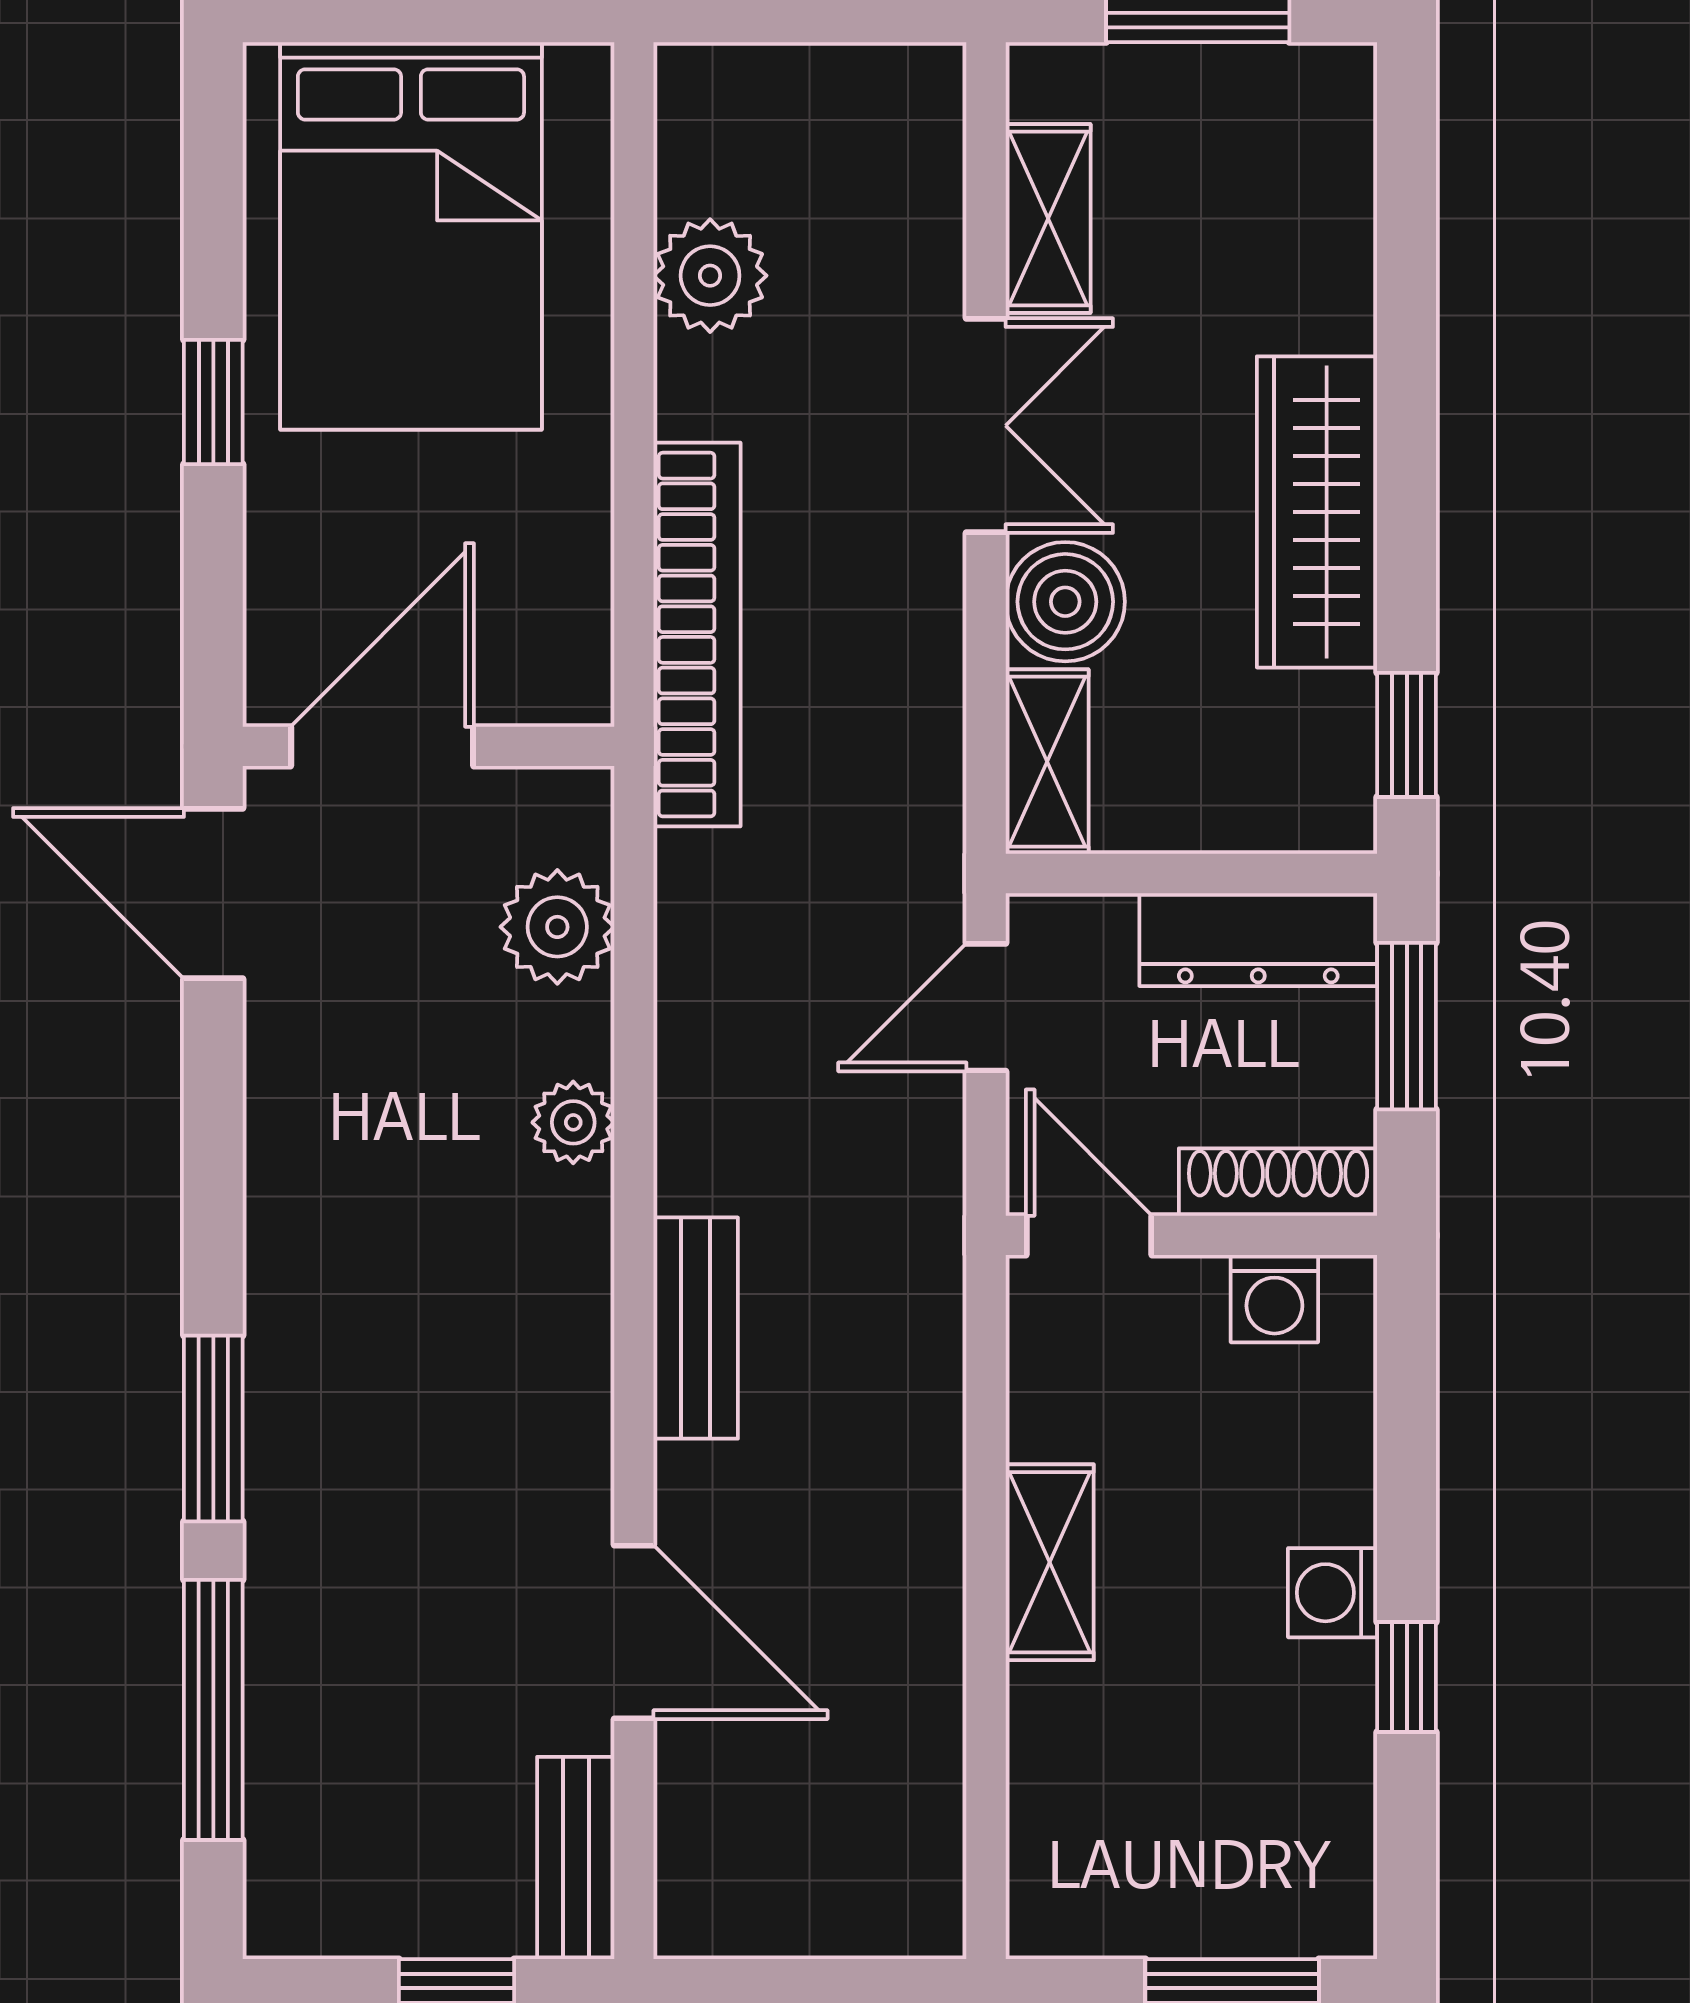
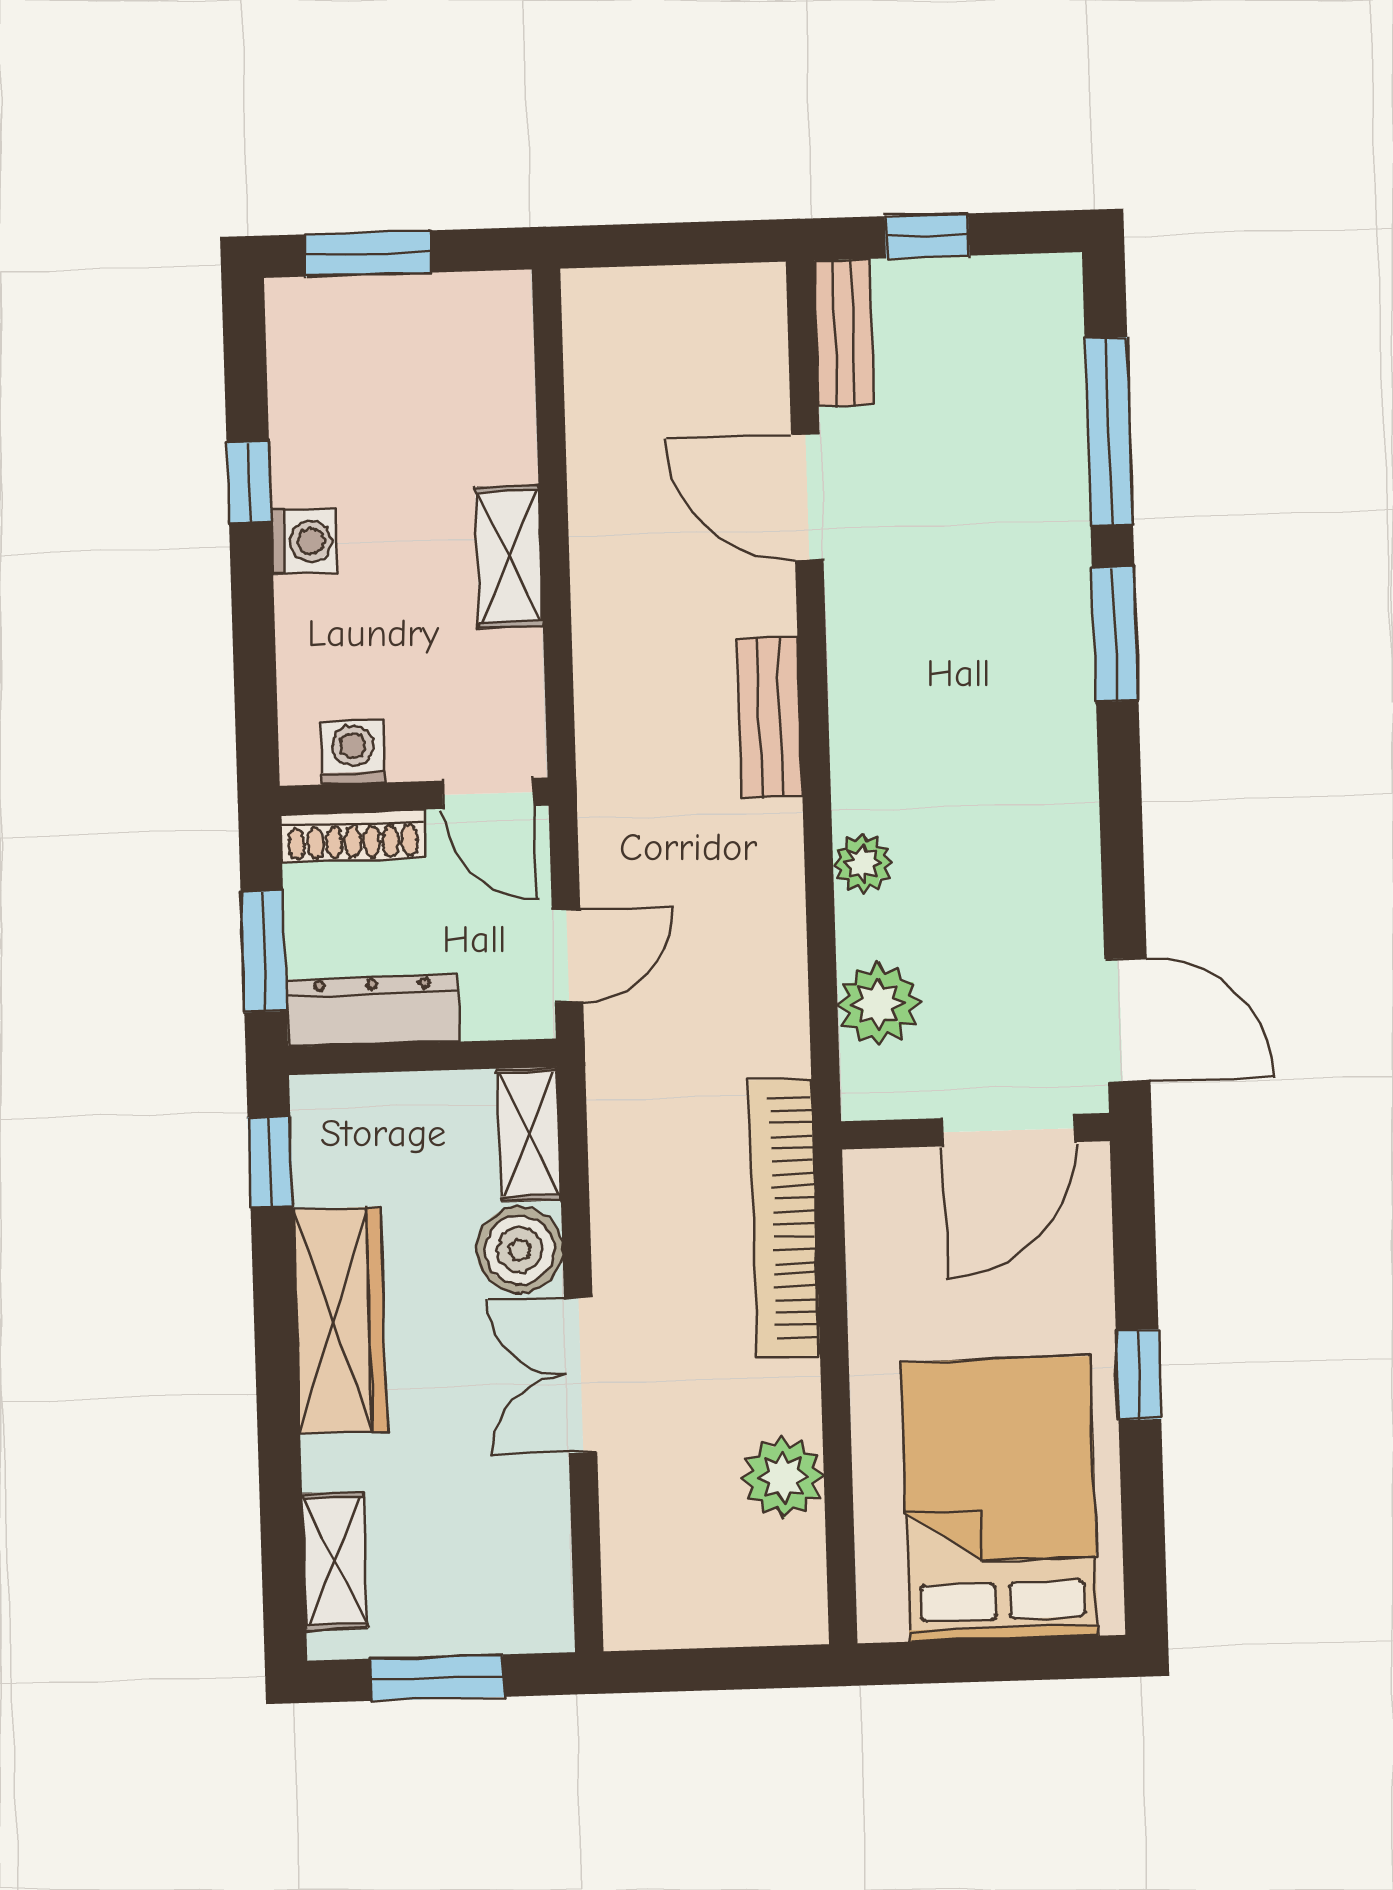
shelving: (1048, 218) -> (335, 1561), moved

